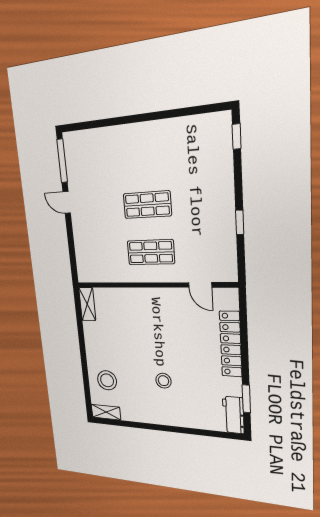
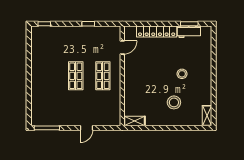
door: (67, 202) -> (86, 128), moved
stool: (107, 380) -> (174, 102), moved
workbench: (233, 415) -> (189, 32), moved

